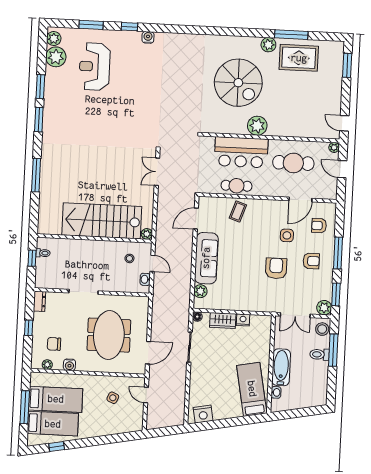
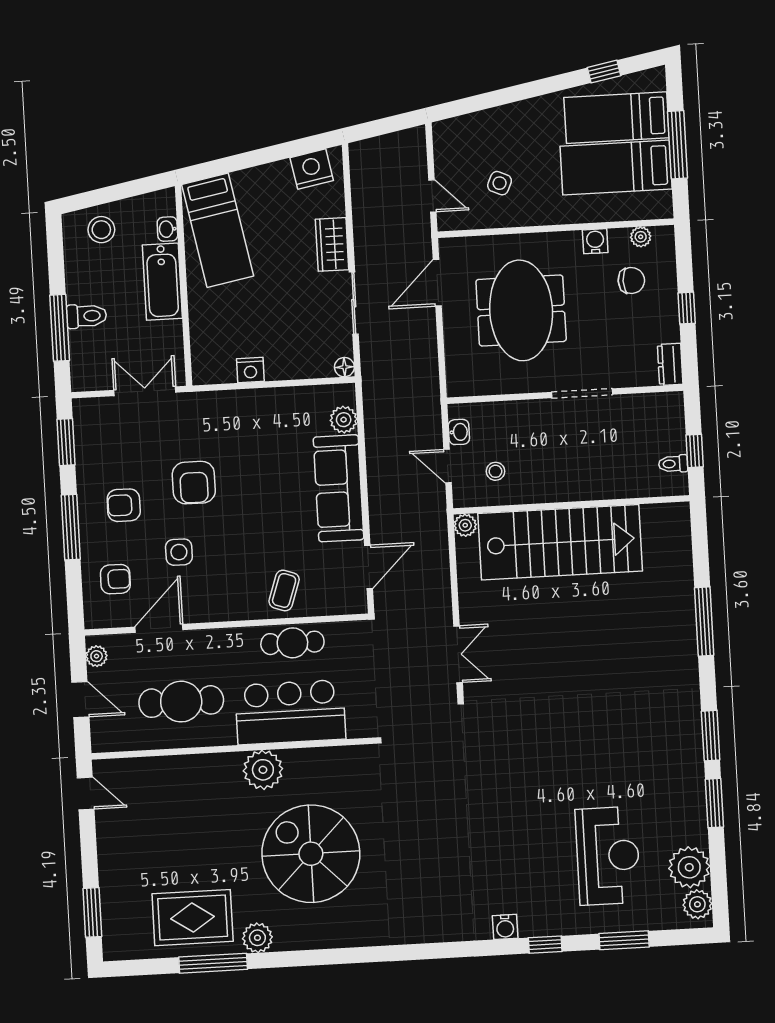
plant: (334, 147) -> (97, 656), moved
plant: (324, 308) -> (87, 413), removed
wardrobe: (223, 320) -> (332, 244), moved, turned -90
stool: (322, 329) -> (101, 230), moved

